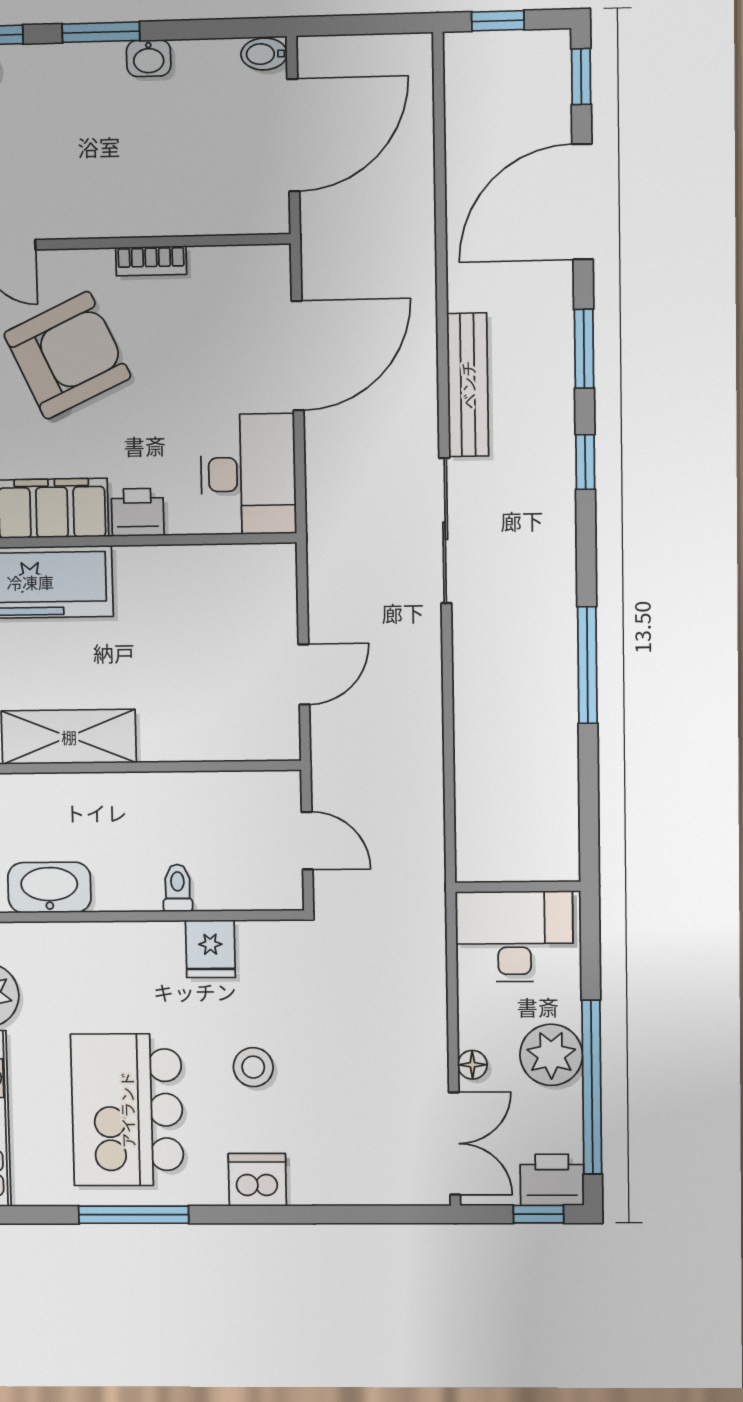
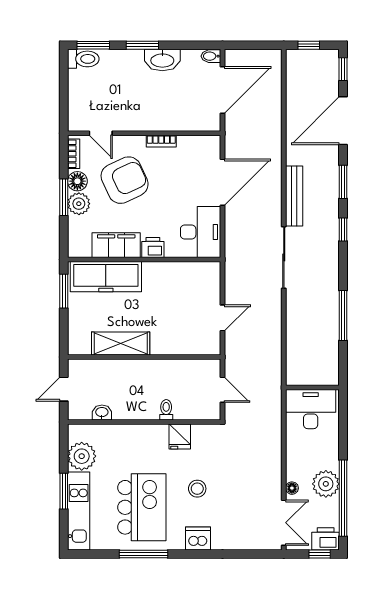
washbasin: (149, 58) -> (162, 60), width x1.91, depth x1.45
wall: (518, 887) -> (312, 388), moved
washbasin: (49, 888) -> (102, 413), width x0.52, depth x0.69
desk: (514, 936) -> (311, 409), moved
kitchen island: (127, 1110) -> (142, 507), turned 180

